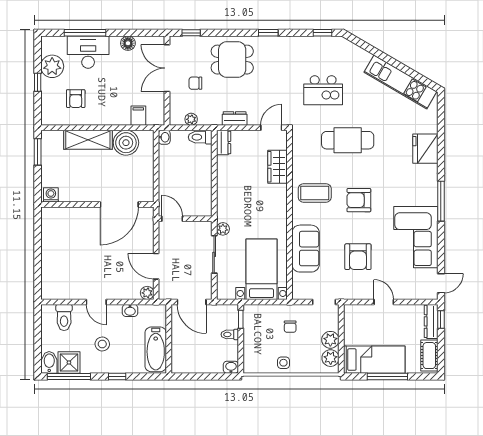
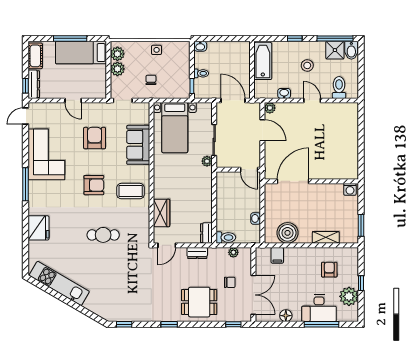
kitchen island: (323, 90) -> (124, 276), removed
washbasin: (164, 137) -> (256, 218), moved
shelving: (88, 140) -> (326, 237), width x0.67, depth x0.75
cafe table: (348, 140) -> (103, 235), width x0.73, depth x0.74

